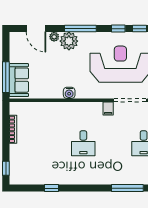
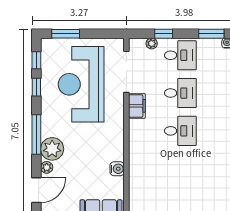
water cooler: (69, 93) -> (117, 169), moved
filing cabinet: (108, 109) -> (137, 106), width x2.00
desk: (113, 143) -> (180, 93), added

